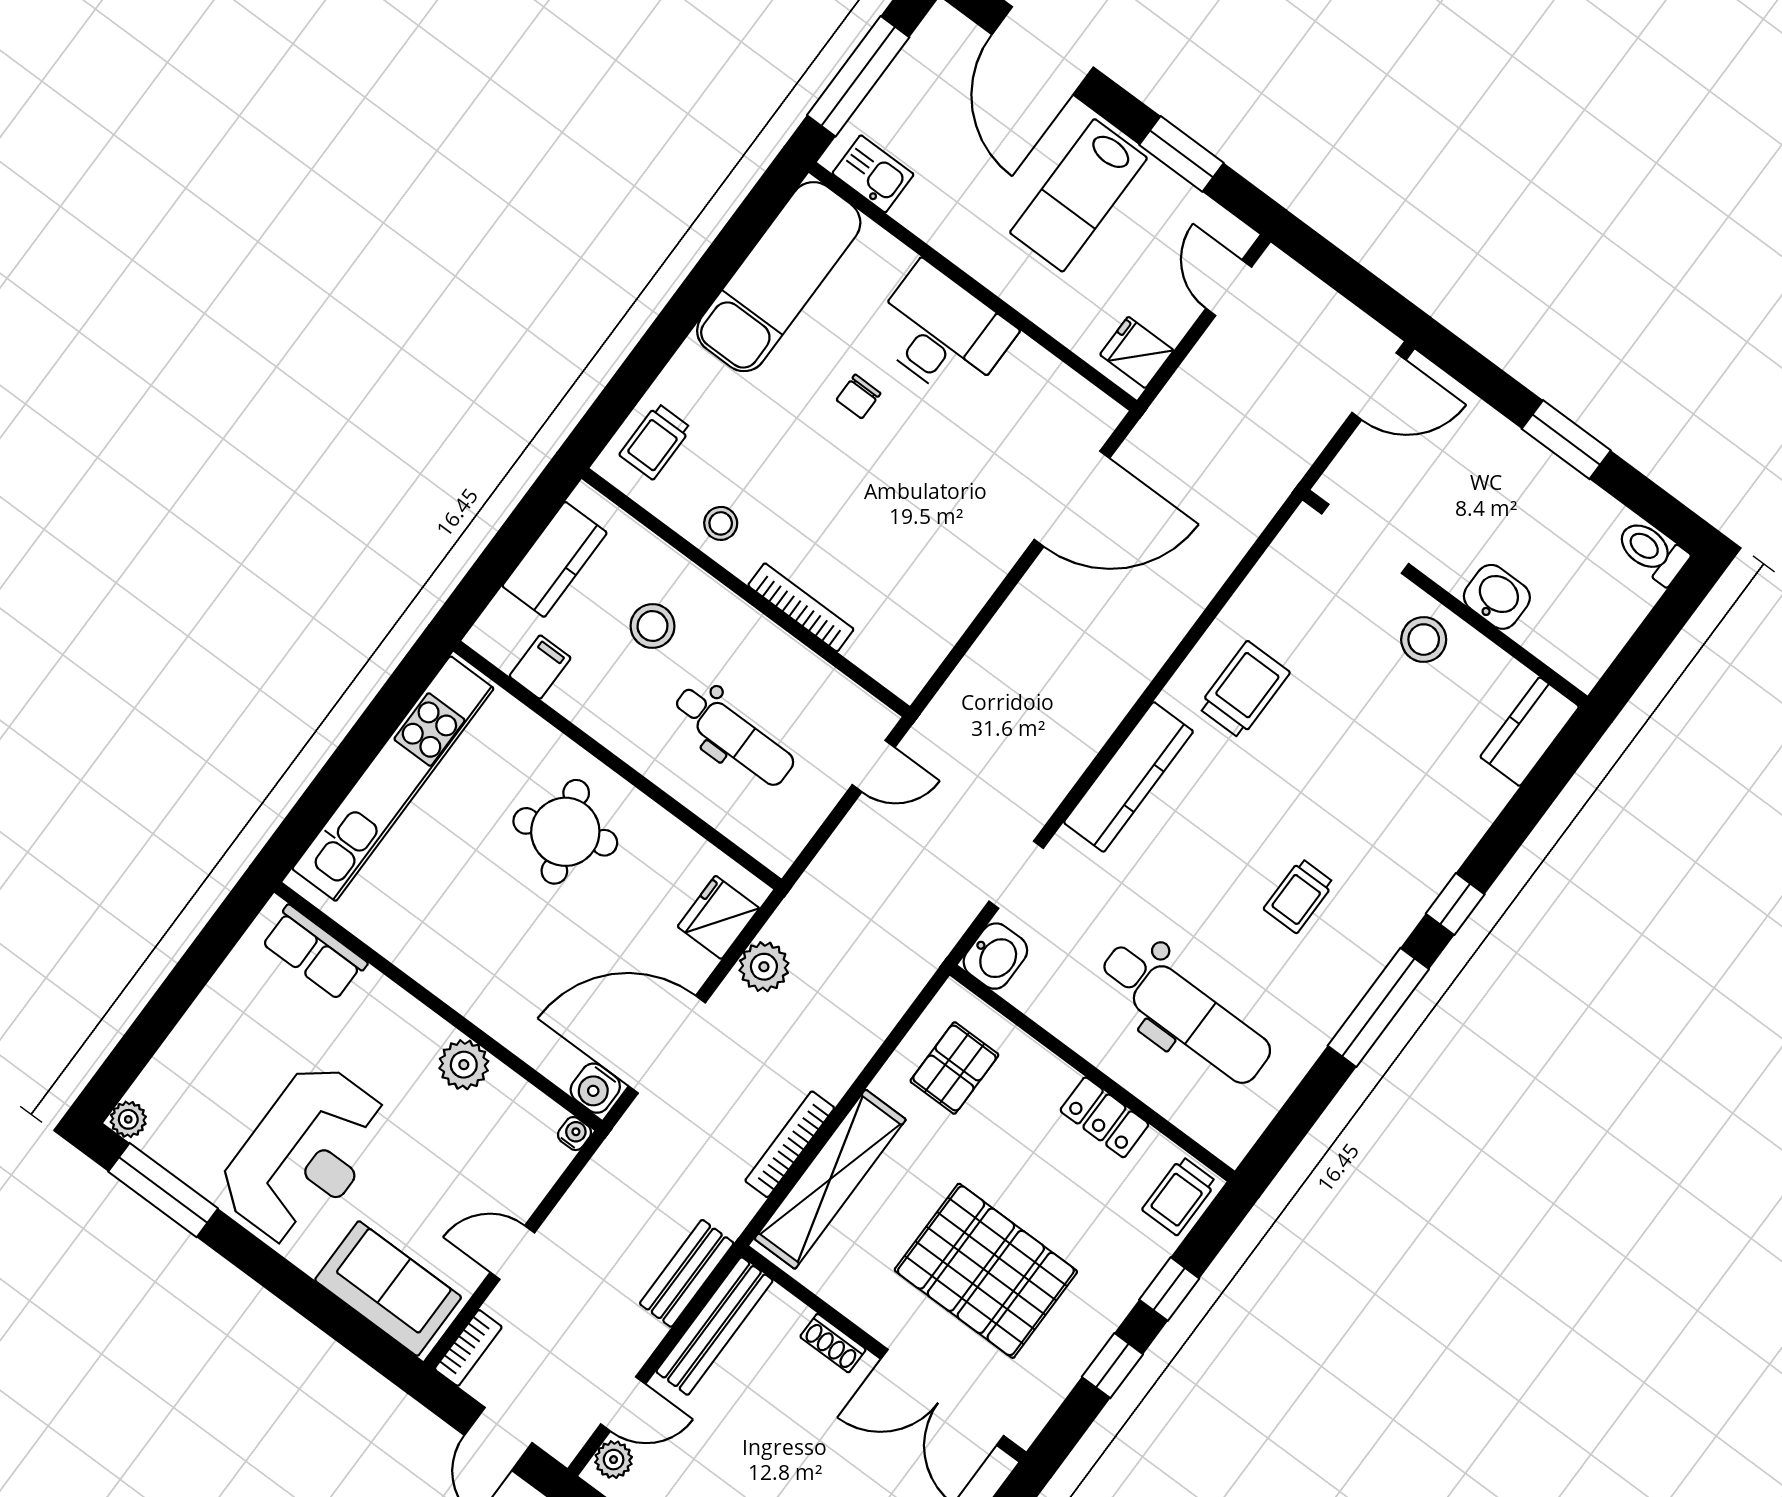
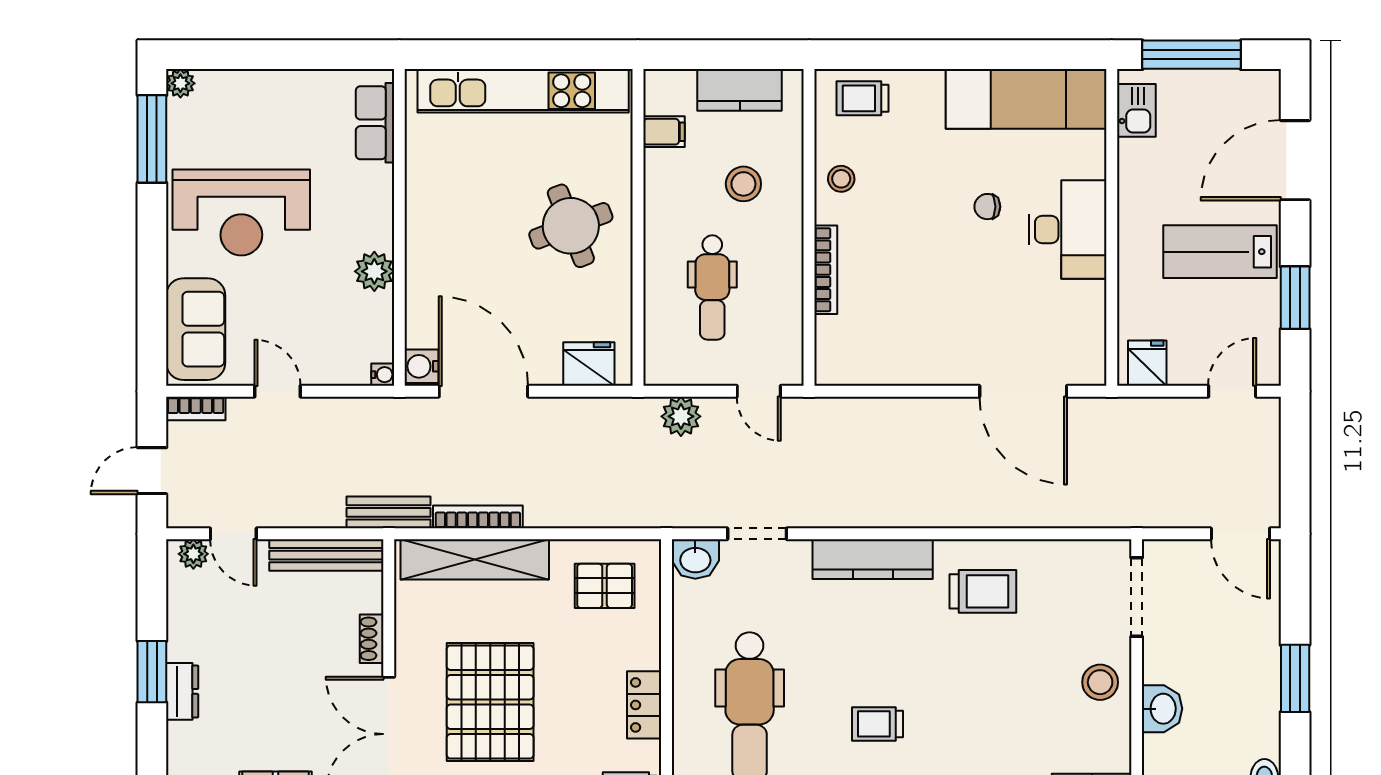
plant: (764, 967) -> (681, 416), moved
bench: (687, 1273) -> (388, 512), moved

